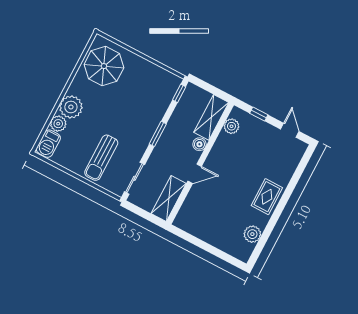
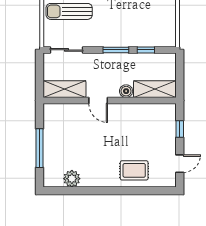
window: (179, 93) -> (146, 50), moved
plant: (231, 126) -> (157, 111), removed
rug: (267, 197) -> (134, 170), moved
window: (210, 249) -> (40, 148), added

